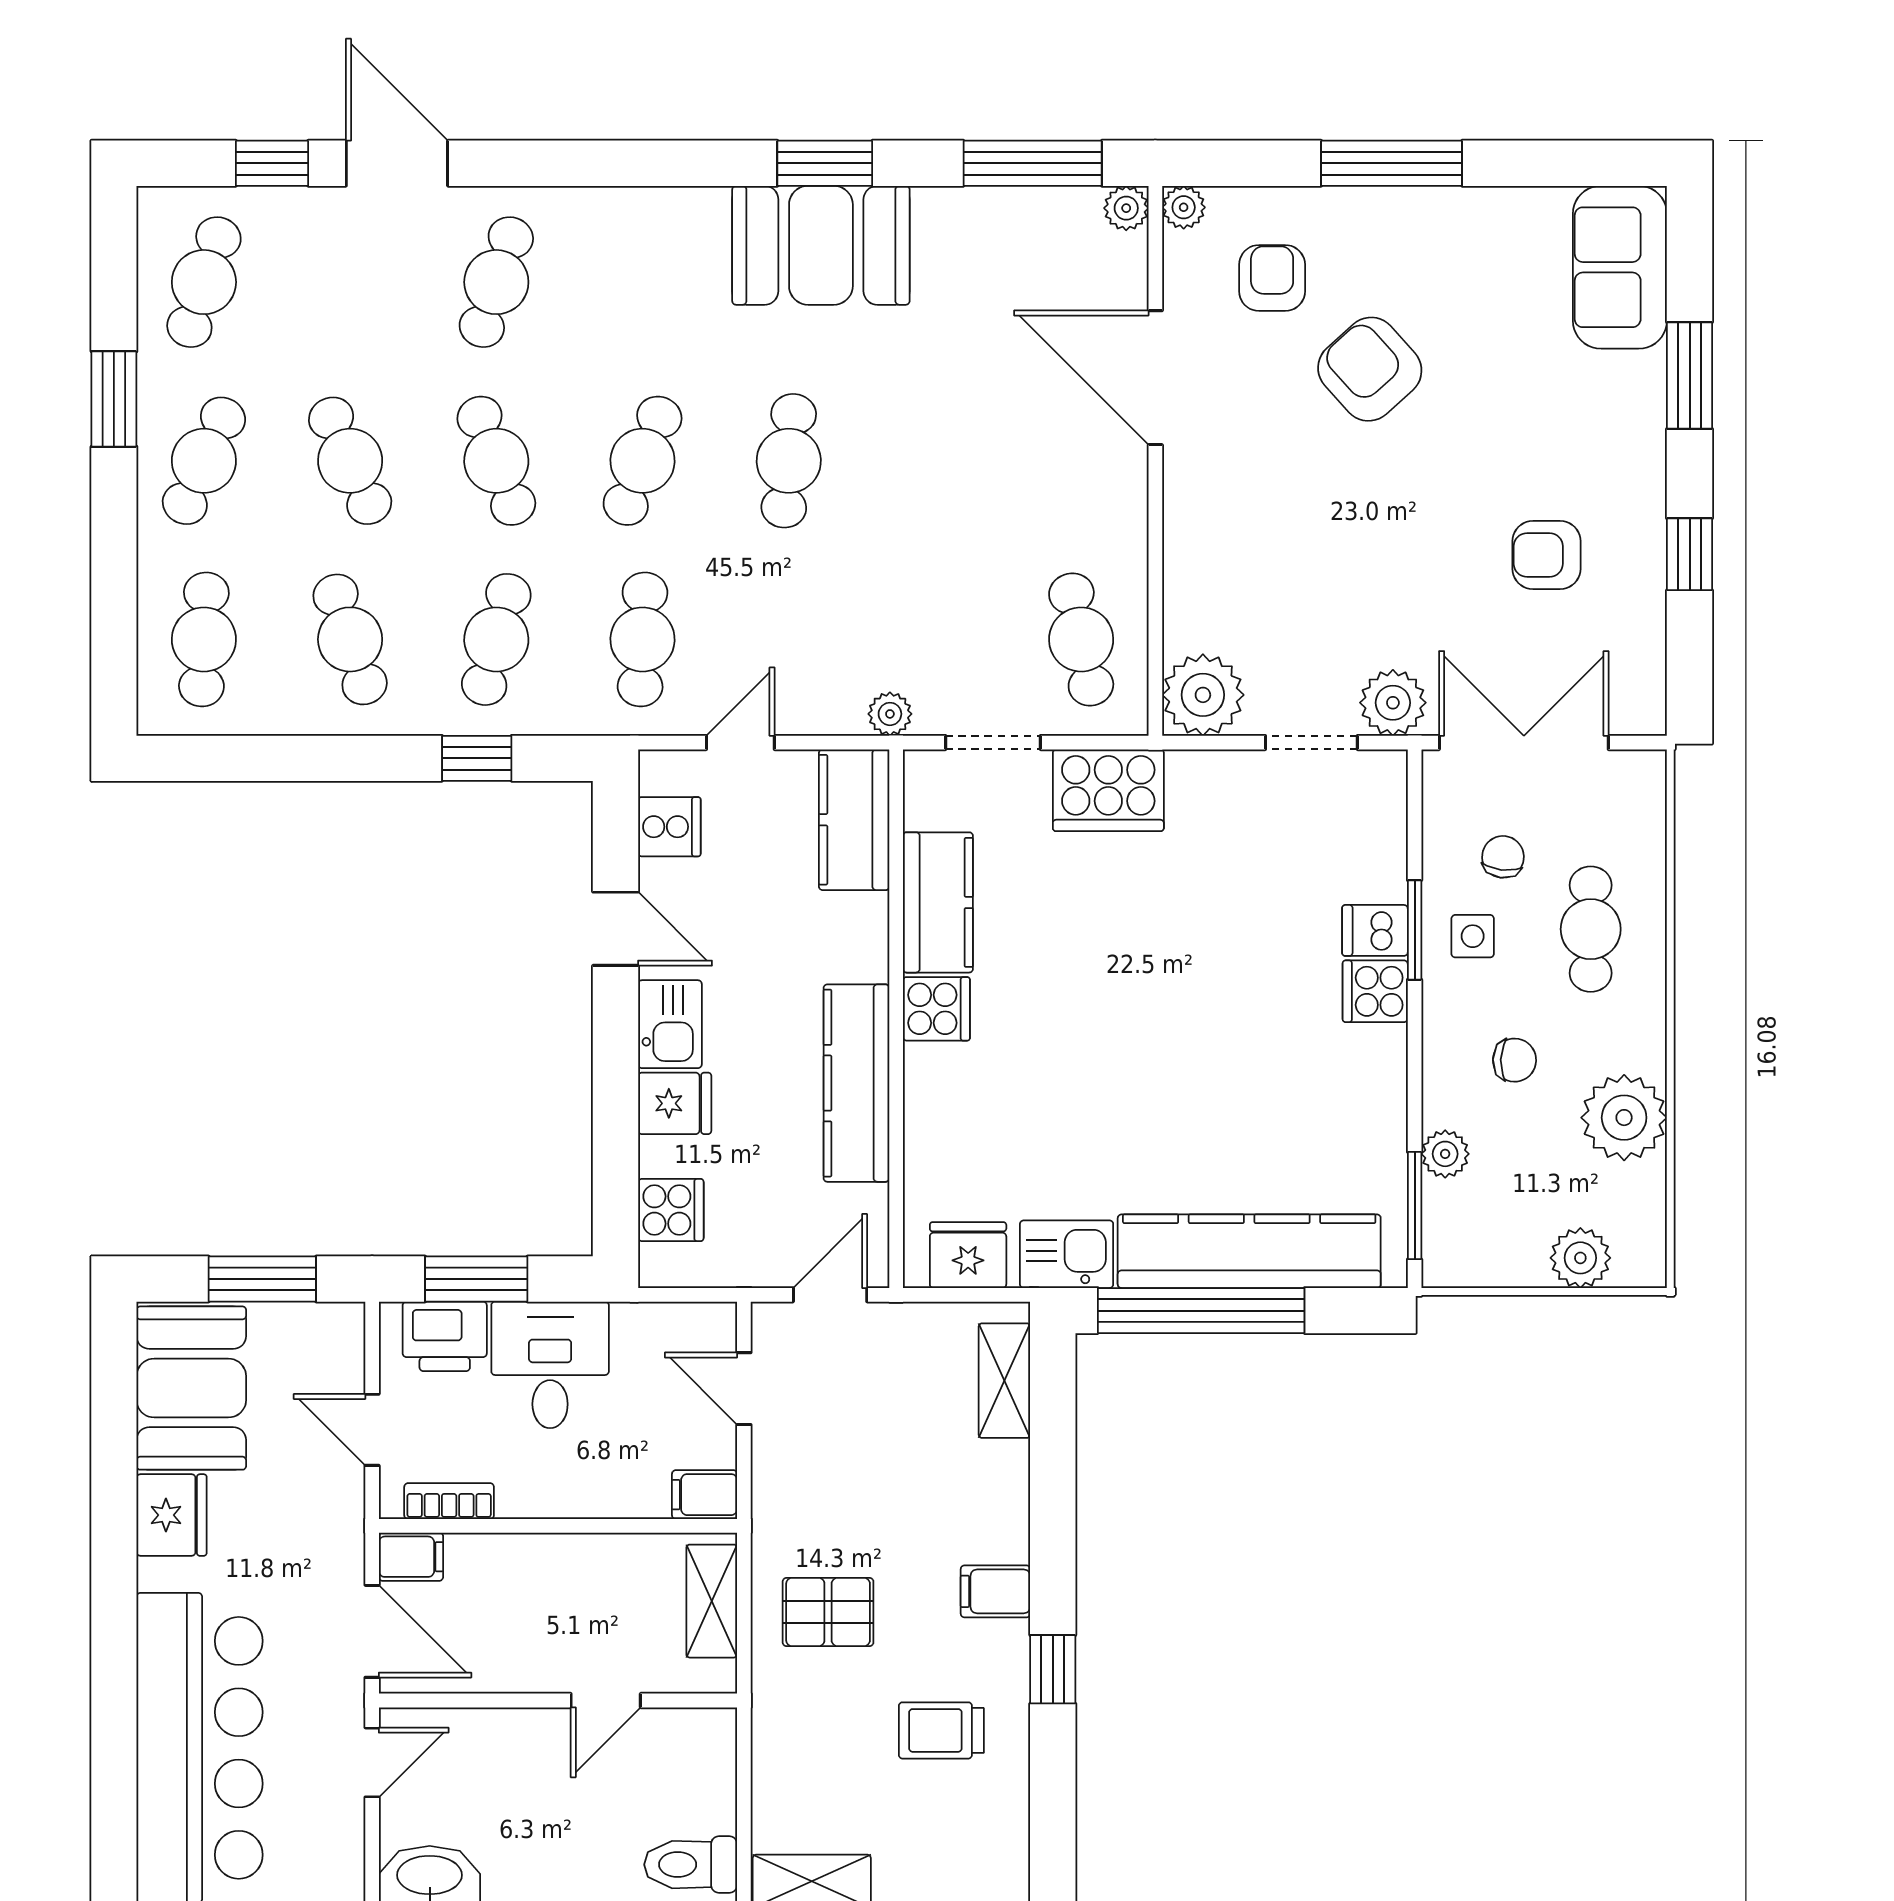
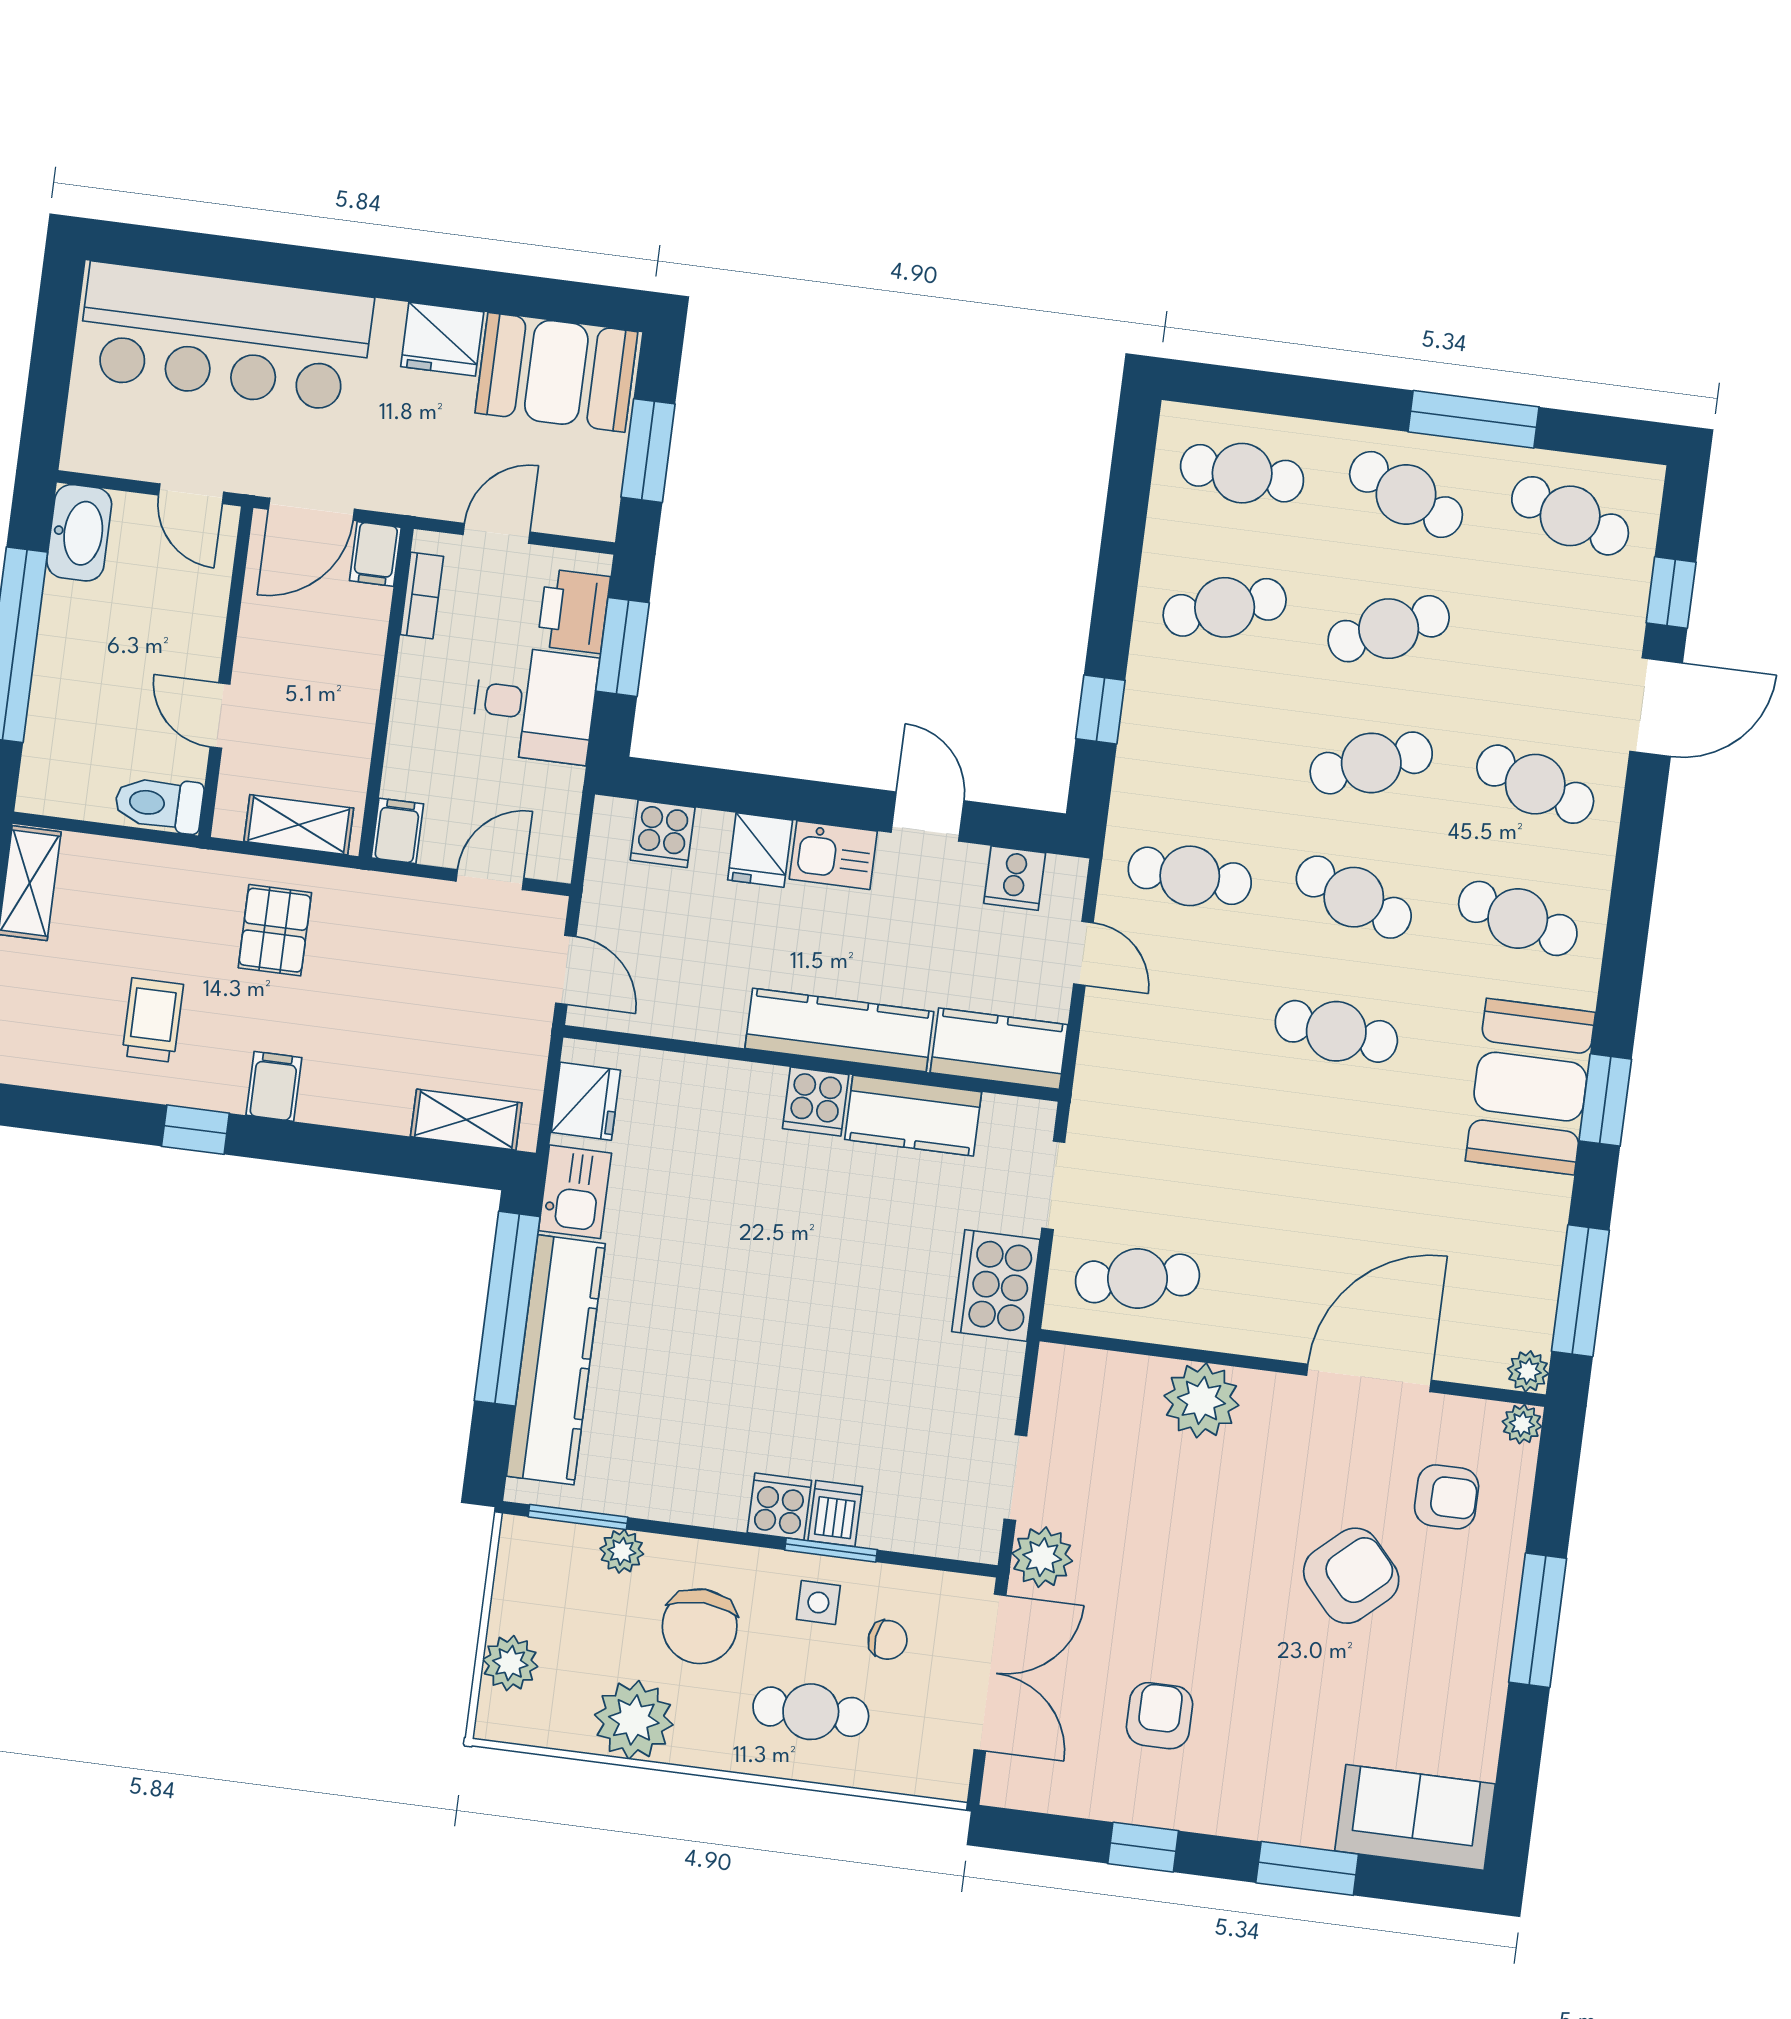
window: (114, 399) -> (1473, 419), width x1.44
cafe table: (496, 639) -> (1518, 918), moved
plant: (1203, 695) -> (1201, 1400), moved
plant: (890, 714) -> (1092, 1094), removed
door: (615, 929) -> (927, 817), swing flipped
chair: (1515, 1060) -> (700, 1626), width x1.87, depth x1.87
kitchen counter: (856, 1083) -> (839, 1030), moved
toilet: (691, 1865) -> (159, 804), moved, turned -90

